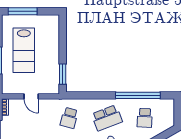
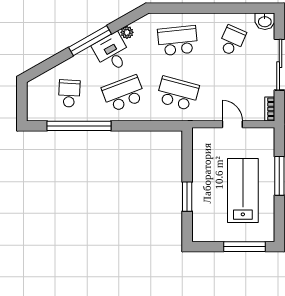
window: (63, 74) -> (187, 197), moved
school desk: (69, 118) -> (178, 93), width x1.85

